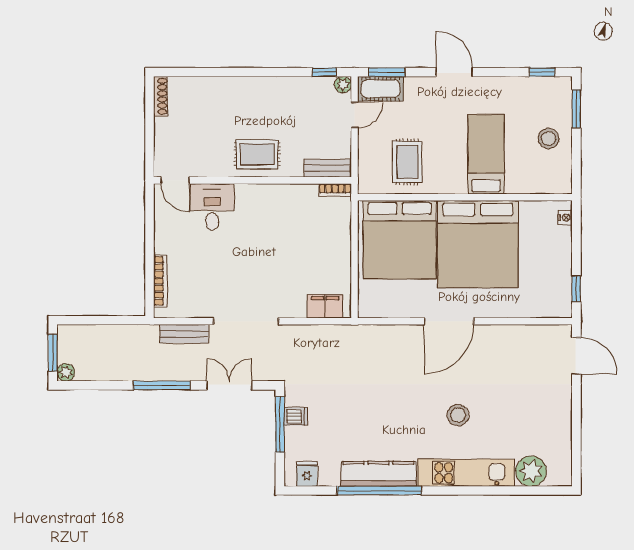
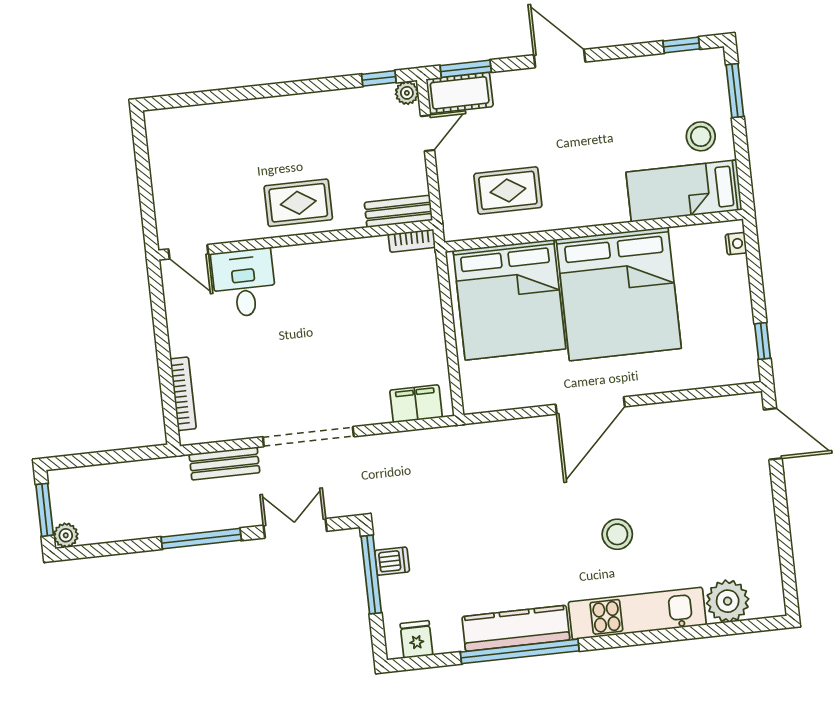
shoe rack: (161, 96) -> (155, 137), removed
bed: (486, 154) -> (684, 191), moved, turned -90
rug: (407, 162) -> (508, 190), turned 90

